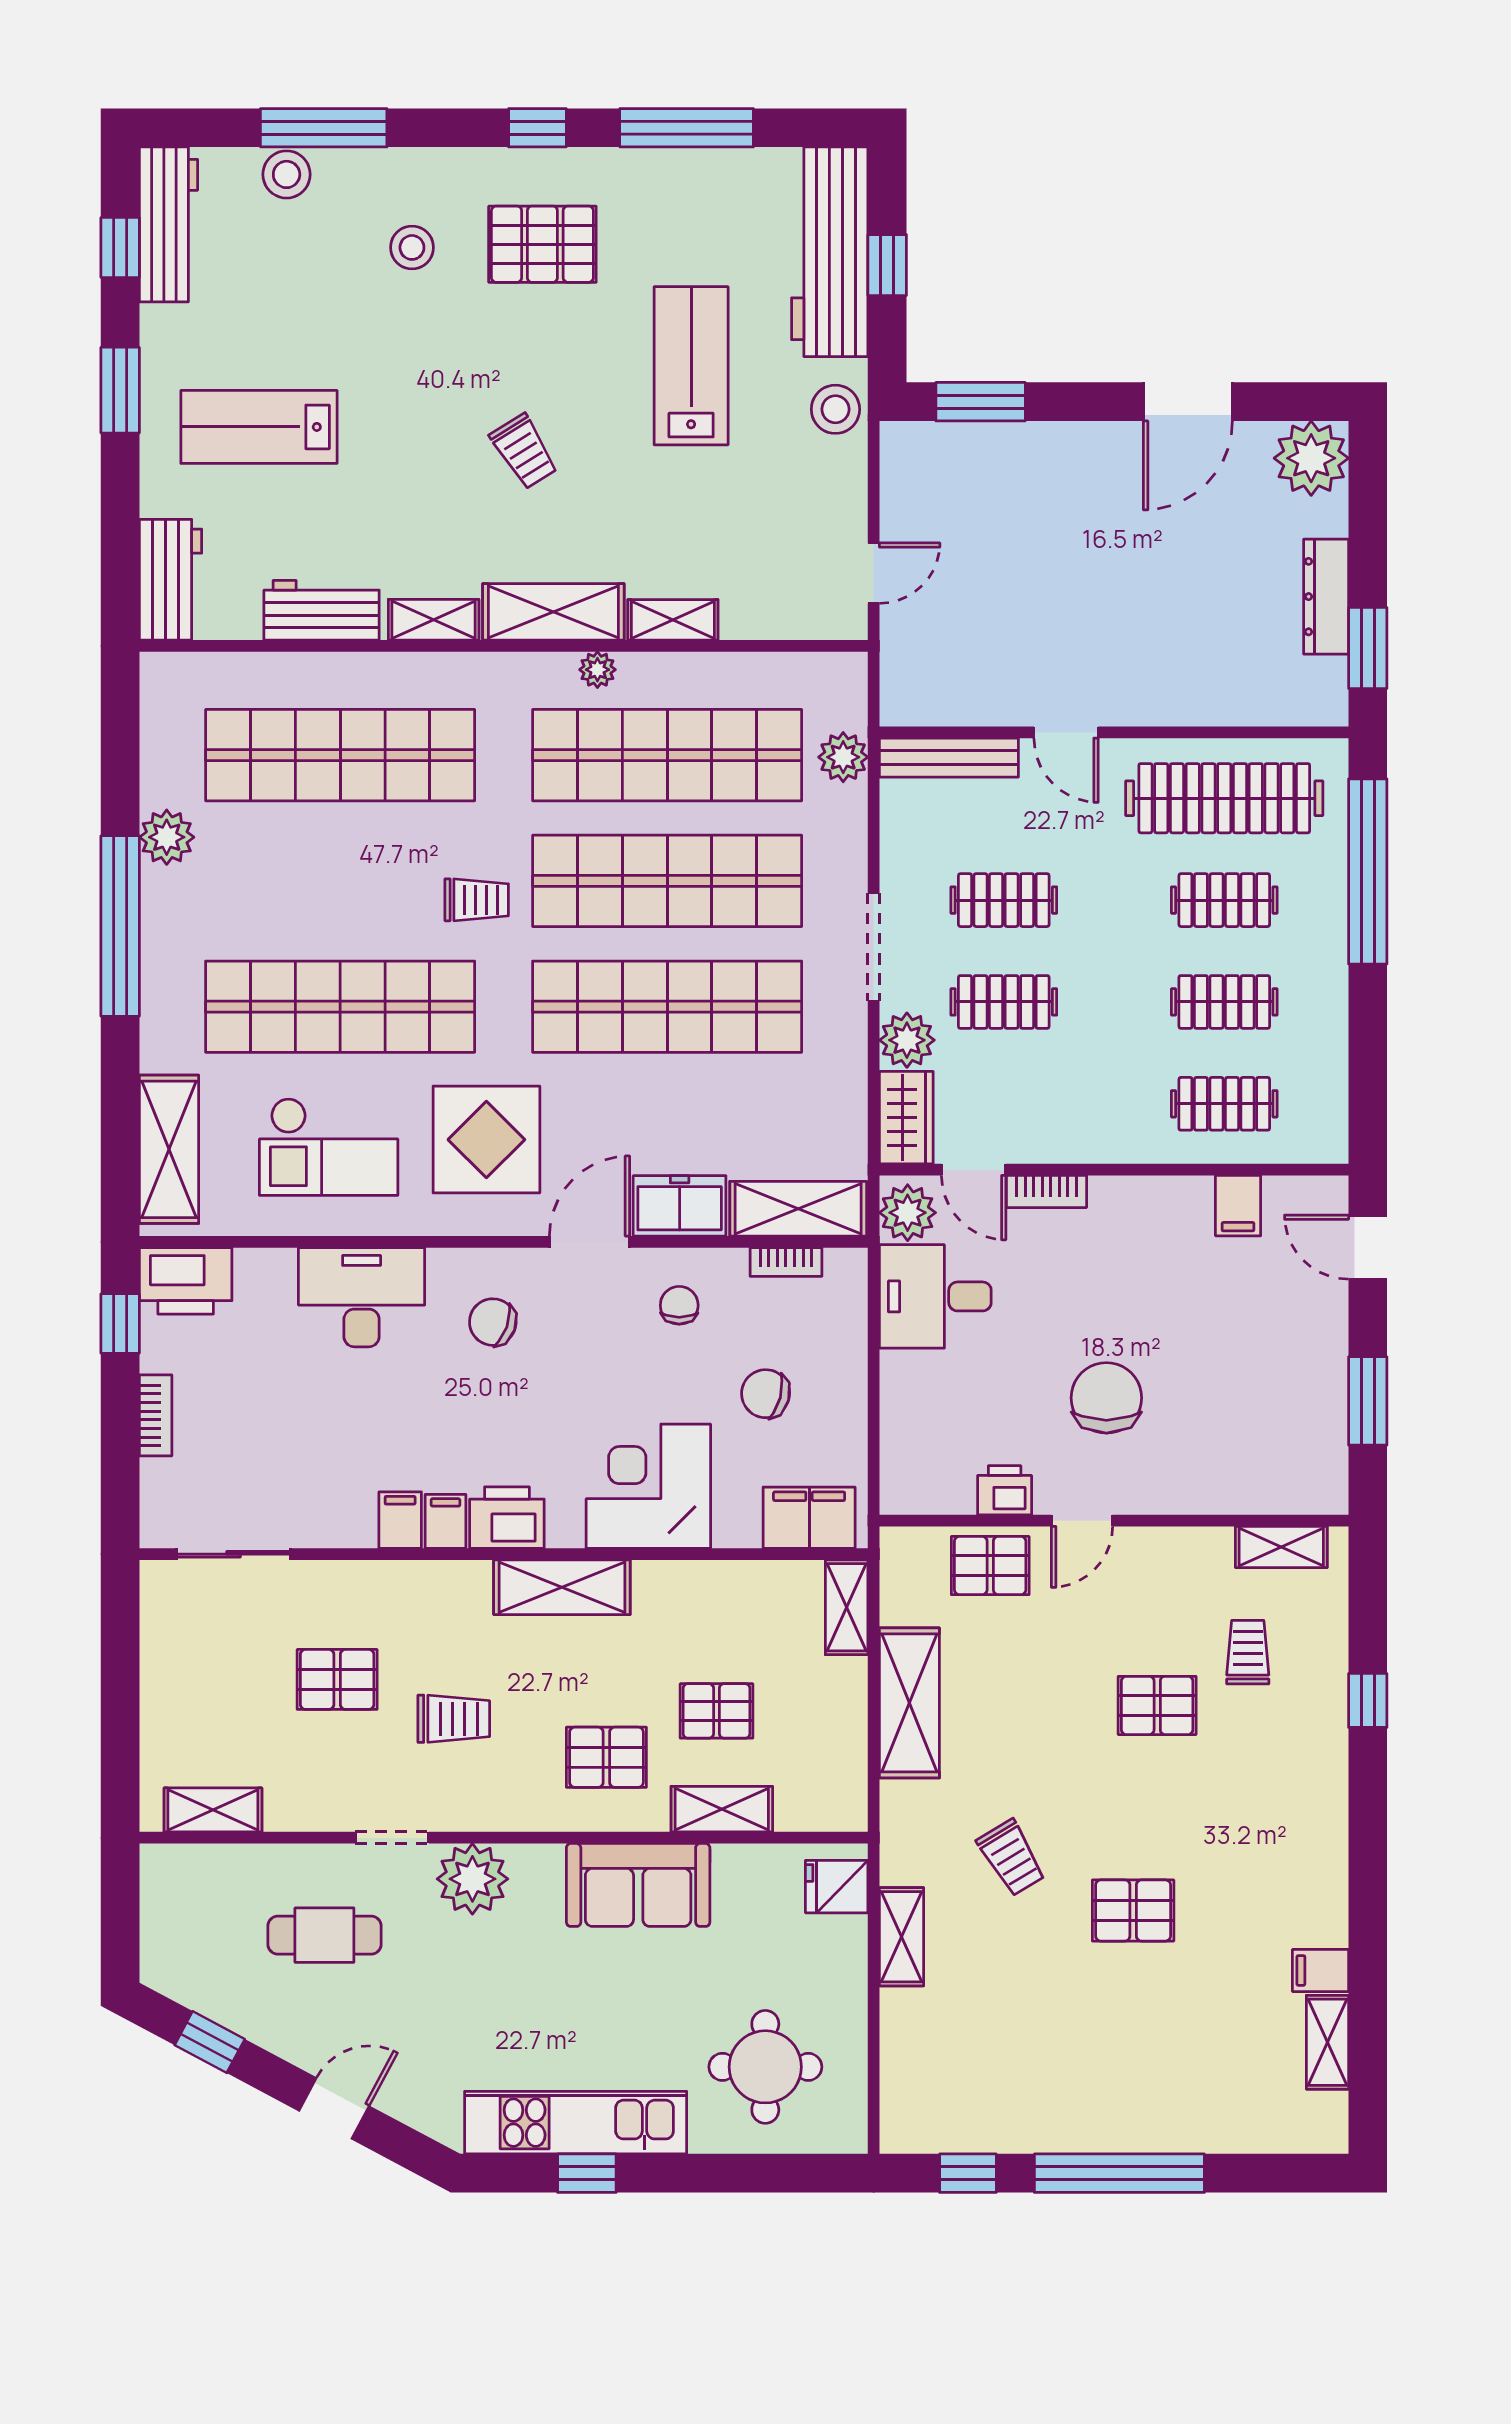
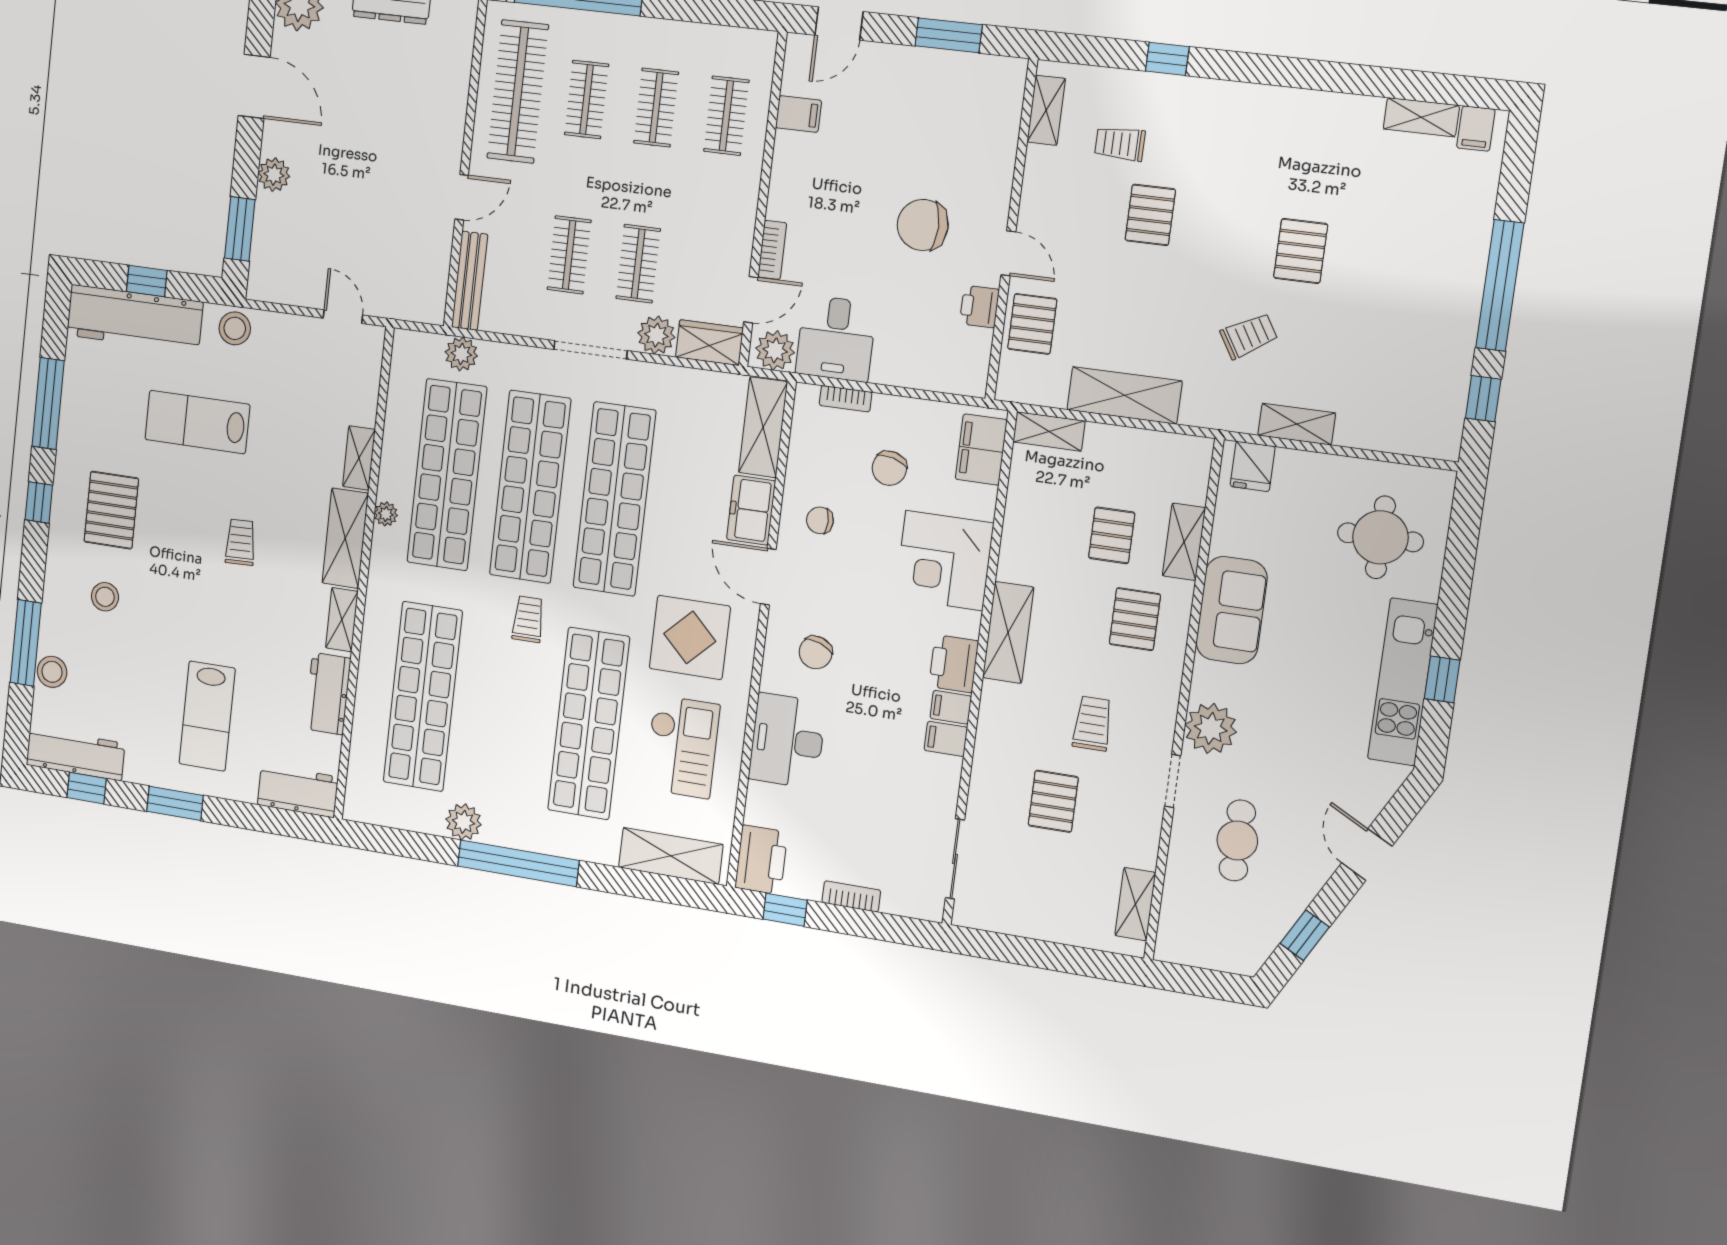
plant: (1065, 446) -> (274, 175), added
trolley: (524, 451) -> (240, 542), turned -60
bookcase: (786, 1262) -> (845, 399), moved, turned 90
filing cabinet: (1320, 1970) -> (1476, 129), moved

